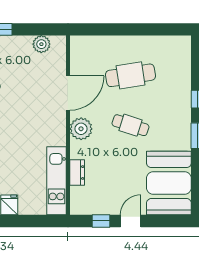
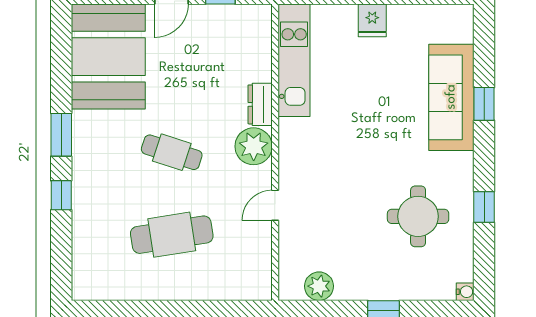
door: (68, 93) -> (275, 205), width x0.53
dresser: (77, 173) -> (260, 104), moved

